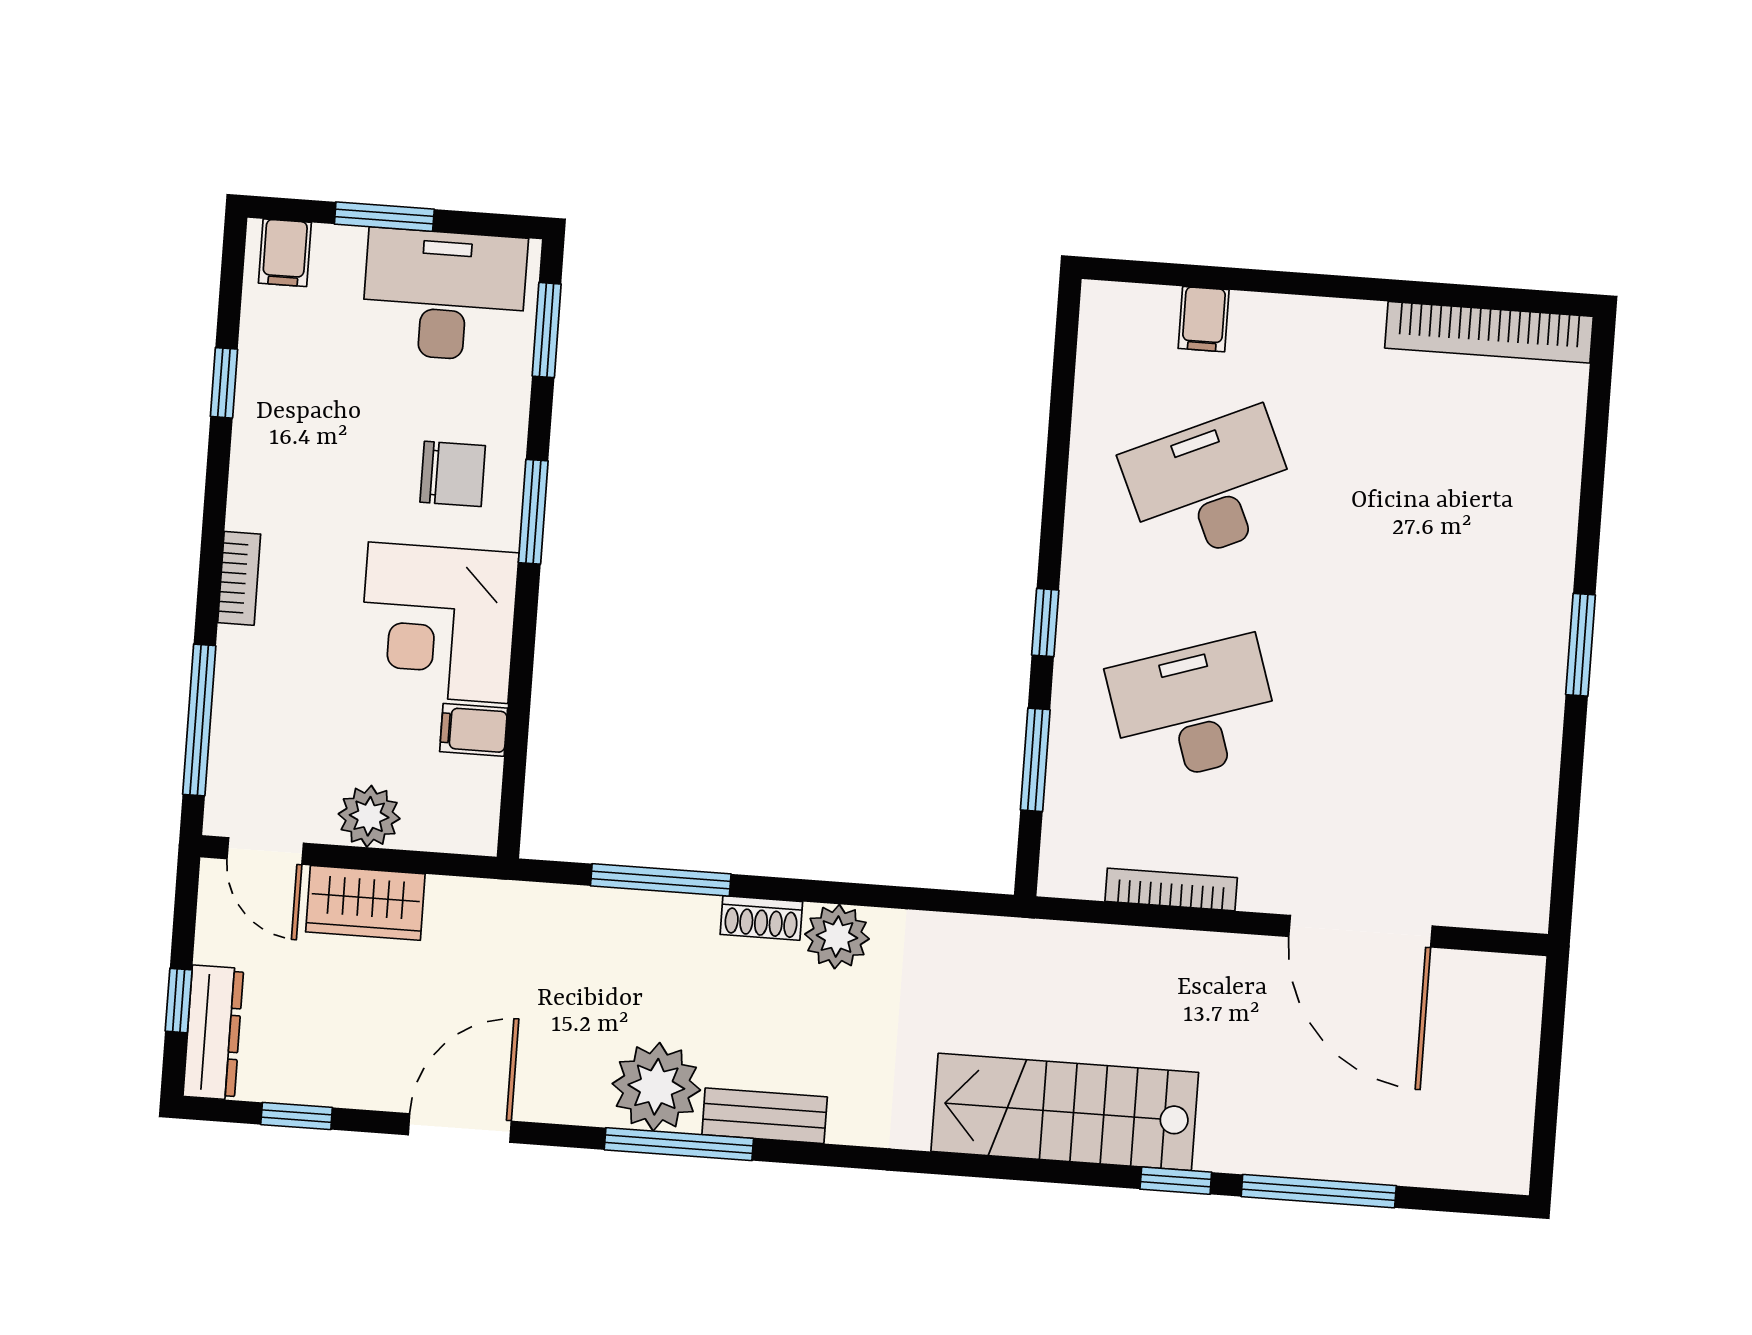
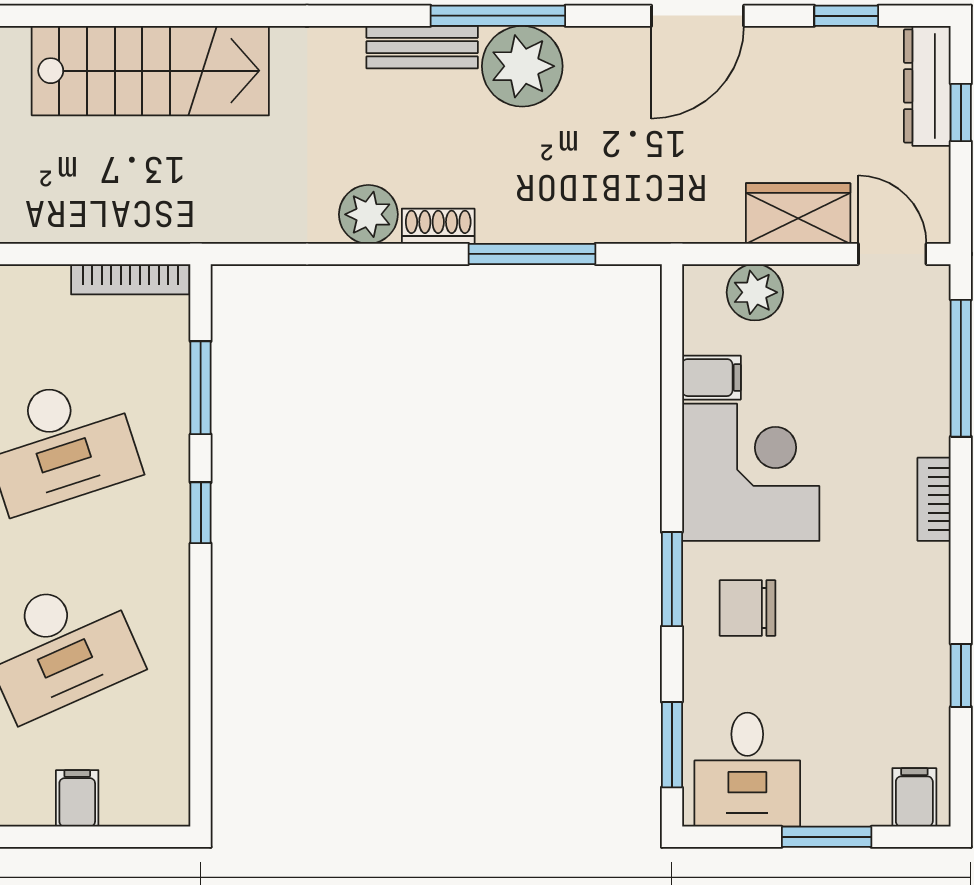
desk: (444, 295) -> (747, 770), width x0.73
plant: (369, 816) -> (755, 292), moved
bookcase: (1171, 890) -> (130, 279), moved
window: (1176, 1181) -> (45, 16), removed

